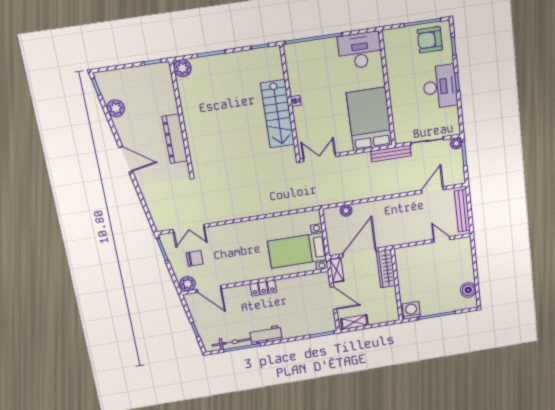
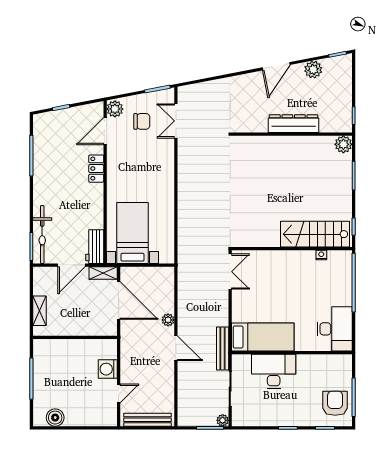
desk: (440, 87) -> (274, 371), moved, turned 180
nightstand: (296, 101) -> (321, 255), moved
stairs: (278, 114) -> (315, 234), moved
bed: (369, 119) -> (263, 337), width x0.67
dresser: (175, 139) -> (294, 124), moved
door: (126, 159) -> (276, 66), moved
door: (432, 190) -> (176, 348), moved
plant: (346, 211) -> (168, 320), moved
chair: (195, 258) -> (142, 121), turned -90
wardrobe: (386, 269) -> (96, 328), removed
locker: (263, 288) -> (96, 169), moved
washing machine: (411, 310) -> (108, 369), moved, turned 180
shelving: (354, 322) -> (39, 311), moved
workbench: (266, 335) -> (95, 247), moved, turned 180
bicycle: (231, 342) -> (42, 234), moved, width x1.37, depth x1.40

